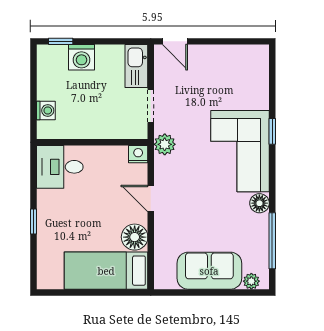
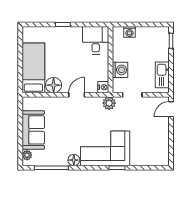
washing machine: (82, 57) -> (120, 70), moved, turned 180
kitchen sink: (136, 66) -> (162, 75), moved, turned -90

